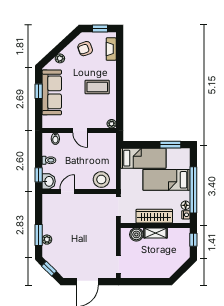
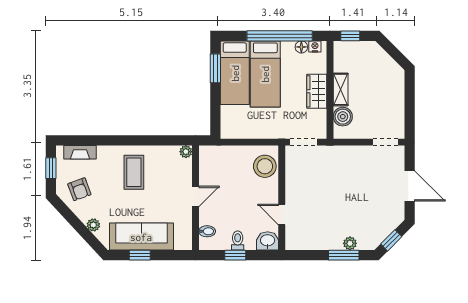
bed: (143, 158) -> (235, 73), moved, turned 180
window: (39, 175) -> (235, 255), moved
wardrobe: (154, 216) -> (317, 91), width x0.67

